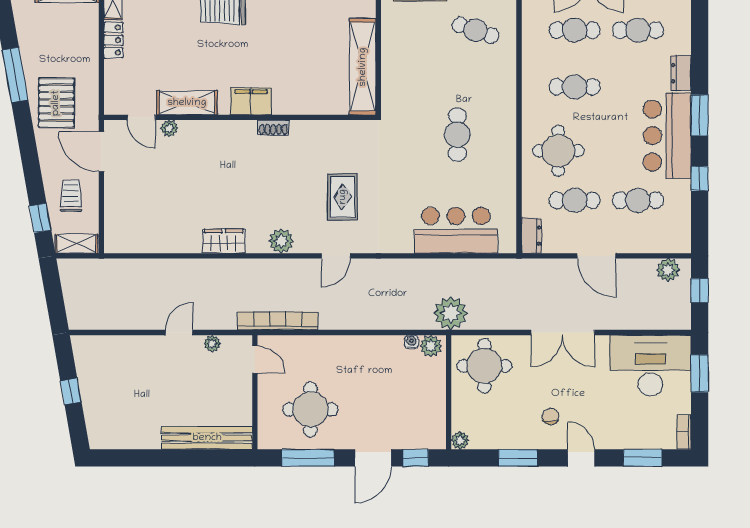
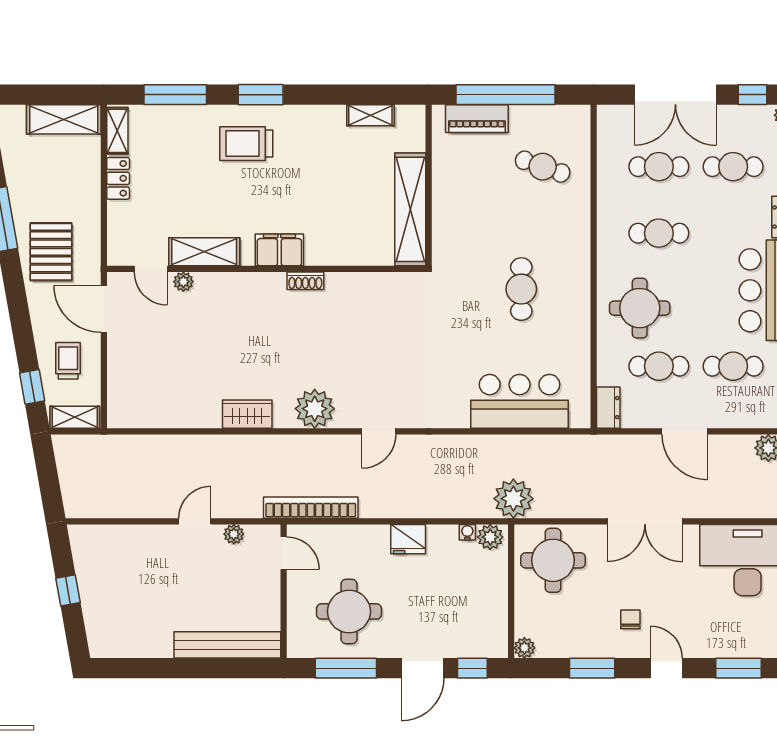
rug: (343, 197) -> (387, 362), removed
plant: (281, 241) -> (315, 409), width x1.36, depth x1.36
fridge: (361, 348) -> (408, 539), added

